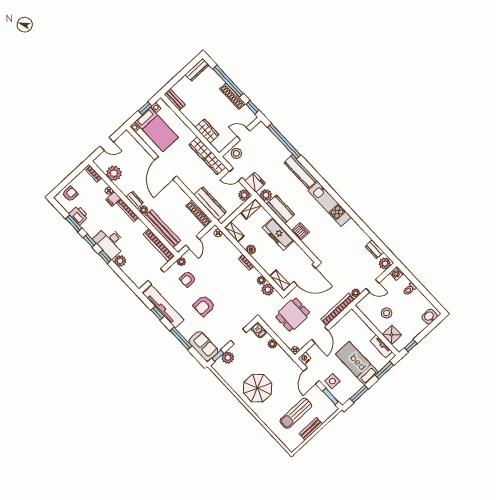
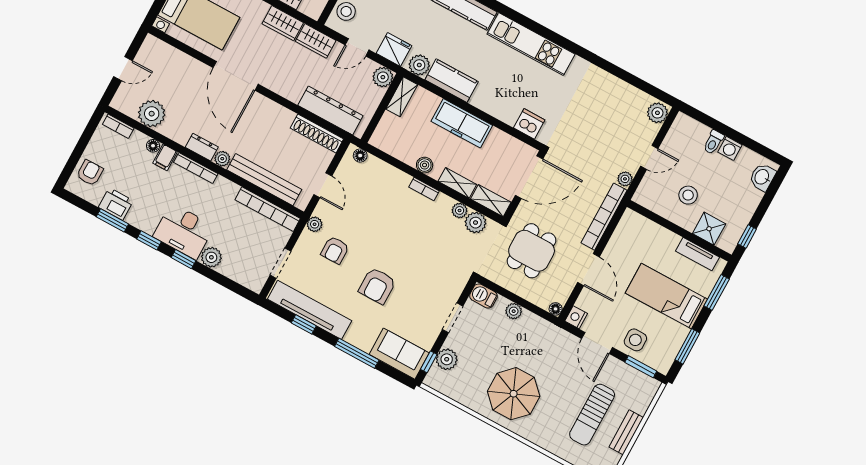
dishwasher: (300, 231) -> (529, 124), moved
shelving: (234, 232) -> (457, 183), moved
dresser: (374, 249) -> (632, 95), removed
washing machine: (397, 273) -> (730, 148), moved

